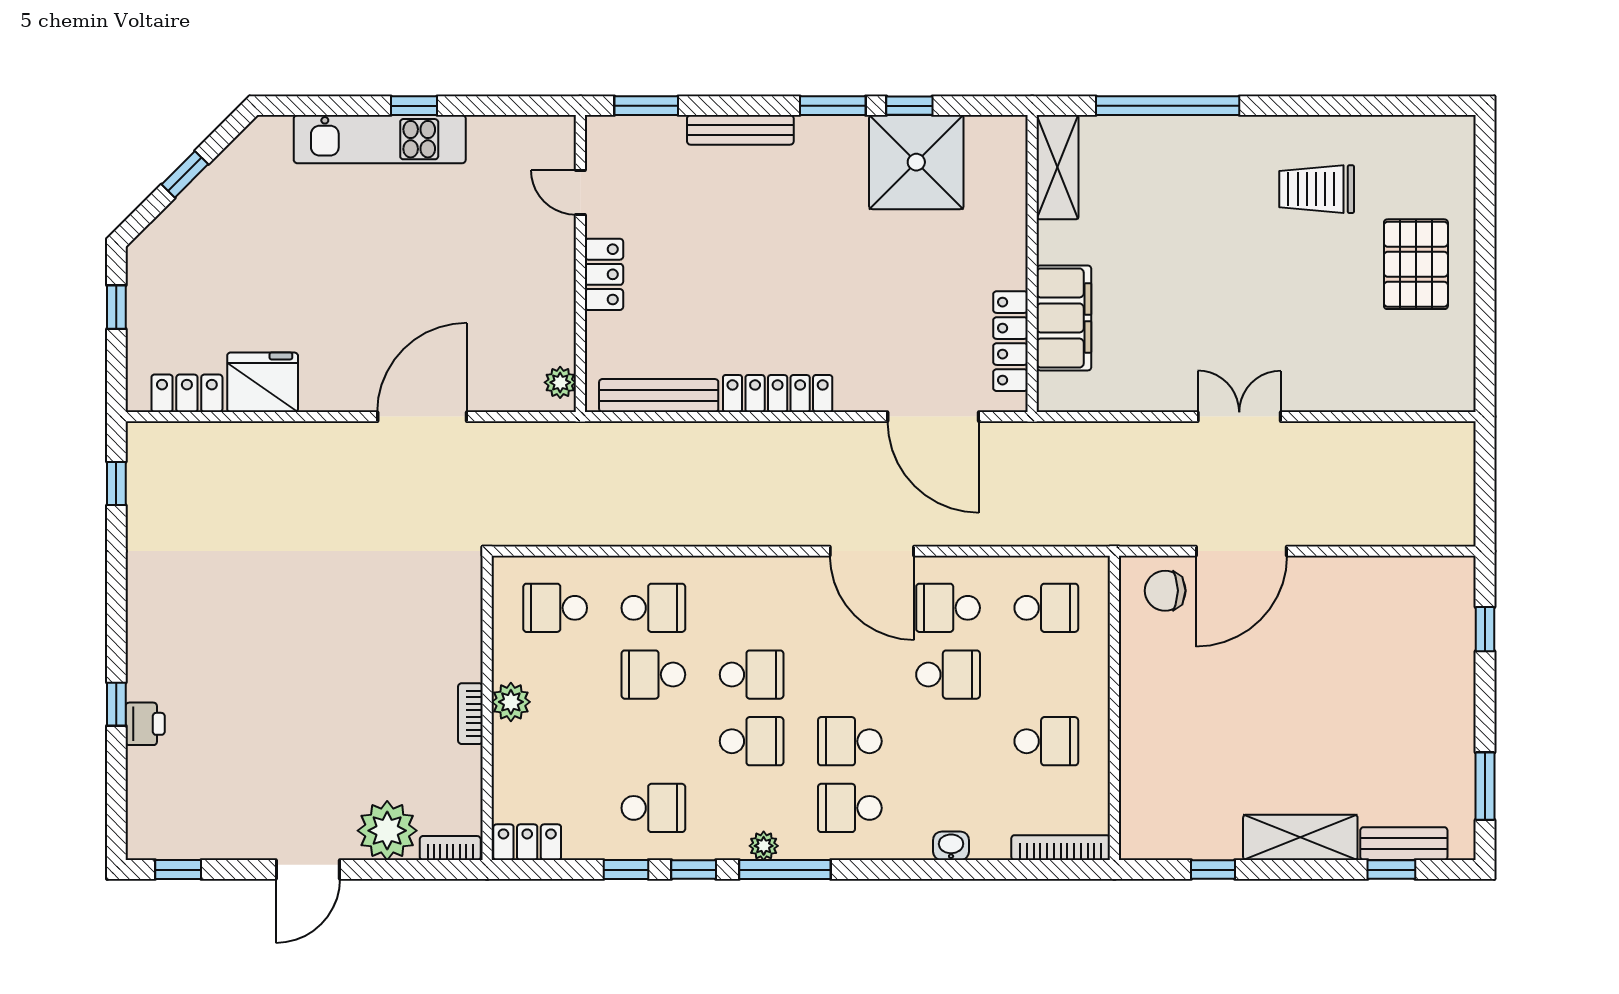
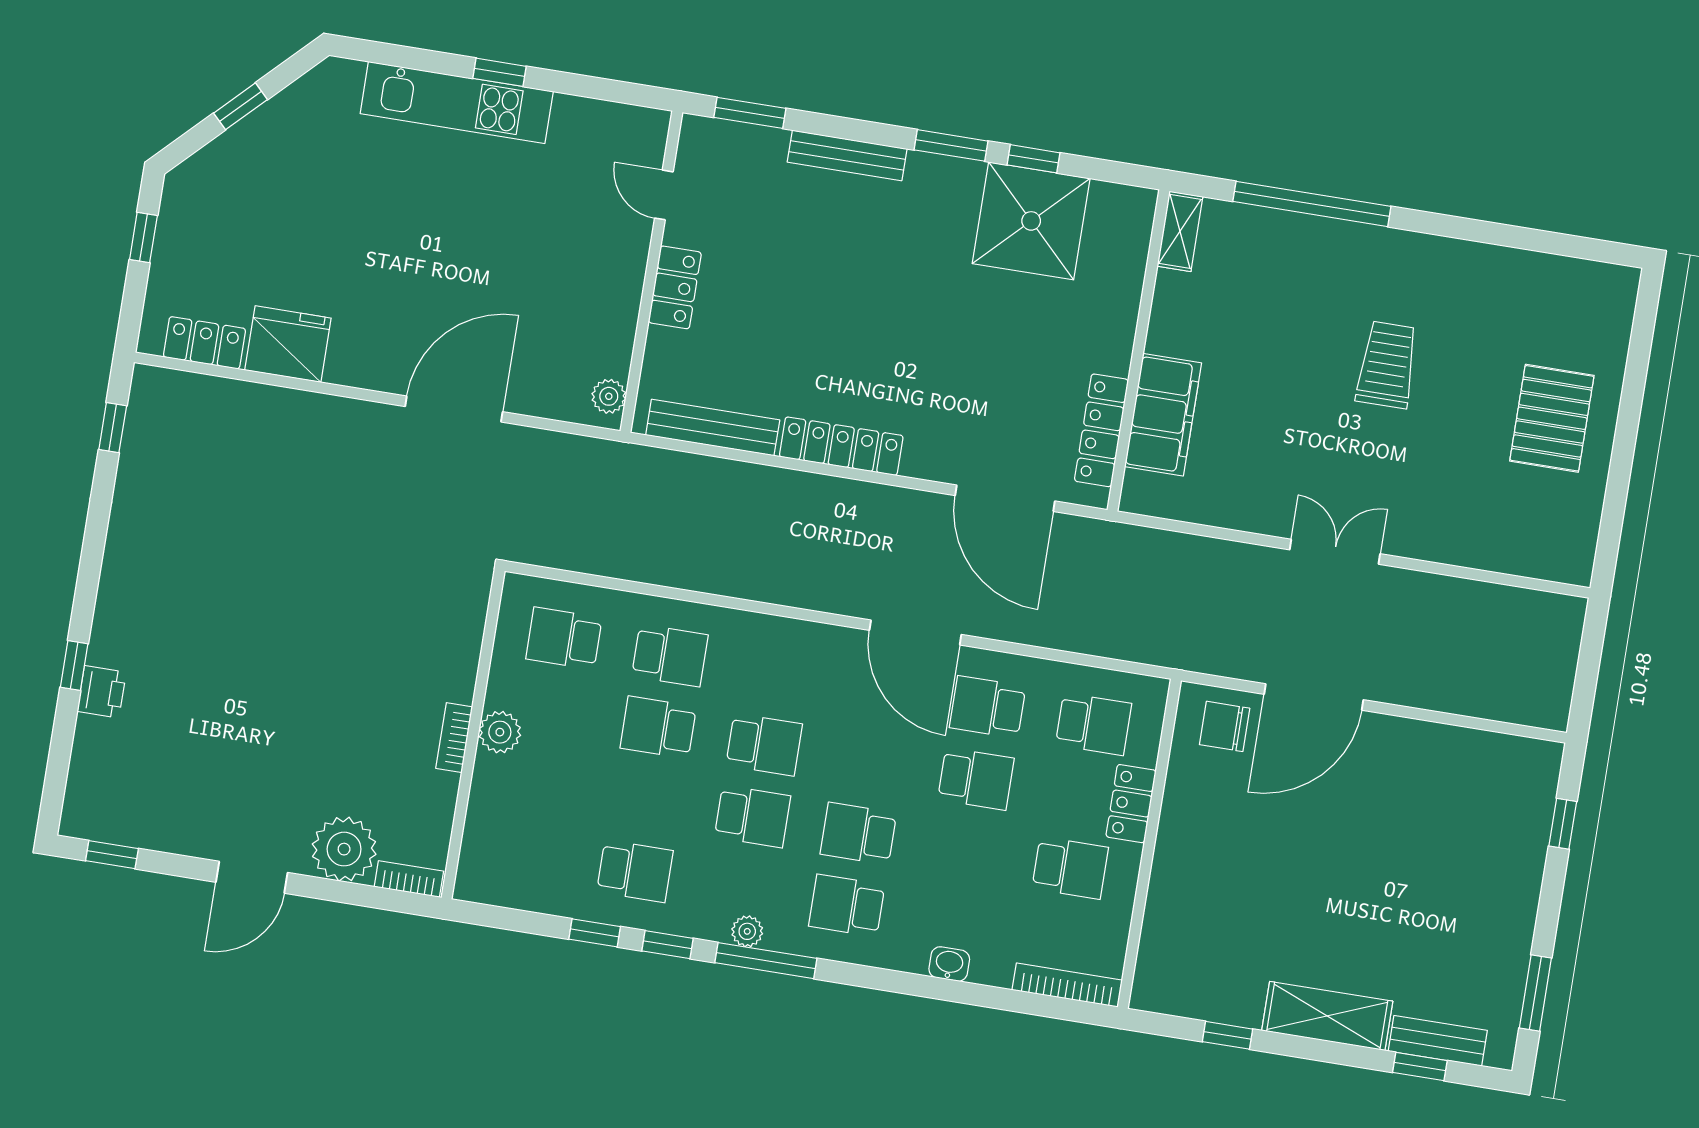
shelving: (1058, 167) -> (1180, 231), width x0.67, depth x0.75
trolley: (1317, 189) -> (1387, 365), moved, turned 90
locker: (527, 842) -> (1131, 804), moved, turned -90

